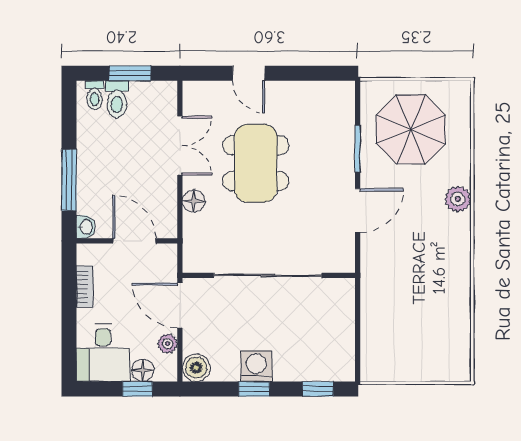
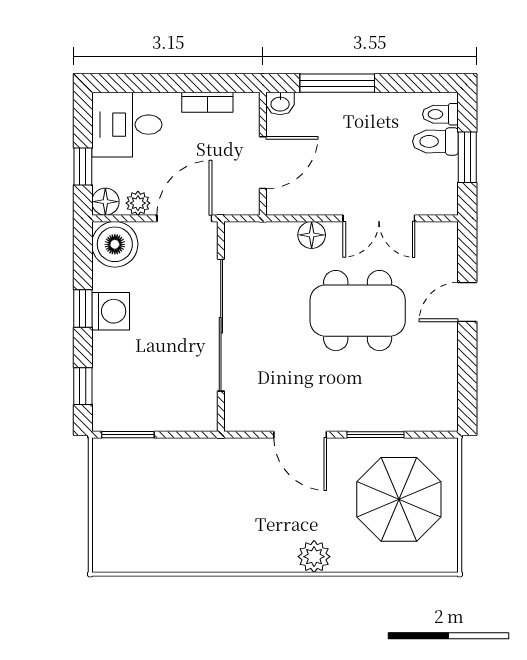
window: (358, 352) -> (128, 435), added
boiler: (196, 368) -> (115, 244), width x1.37, depth x1.37
floor lamp: (143, 370) -> (105, 202), moved

